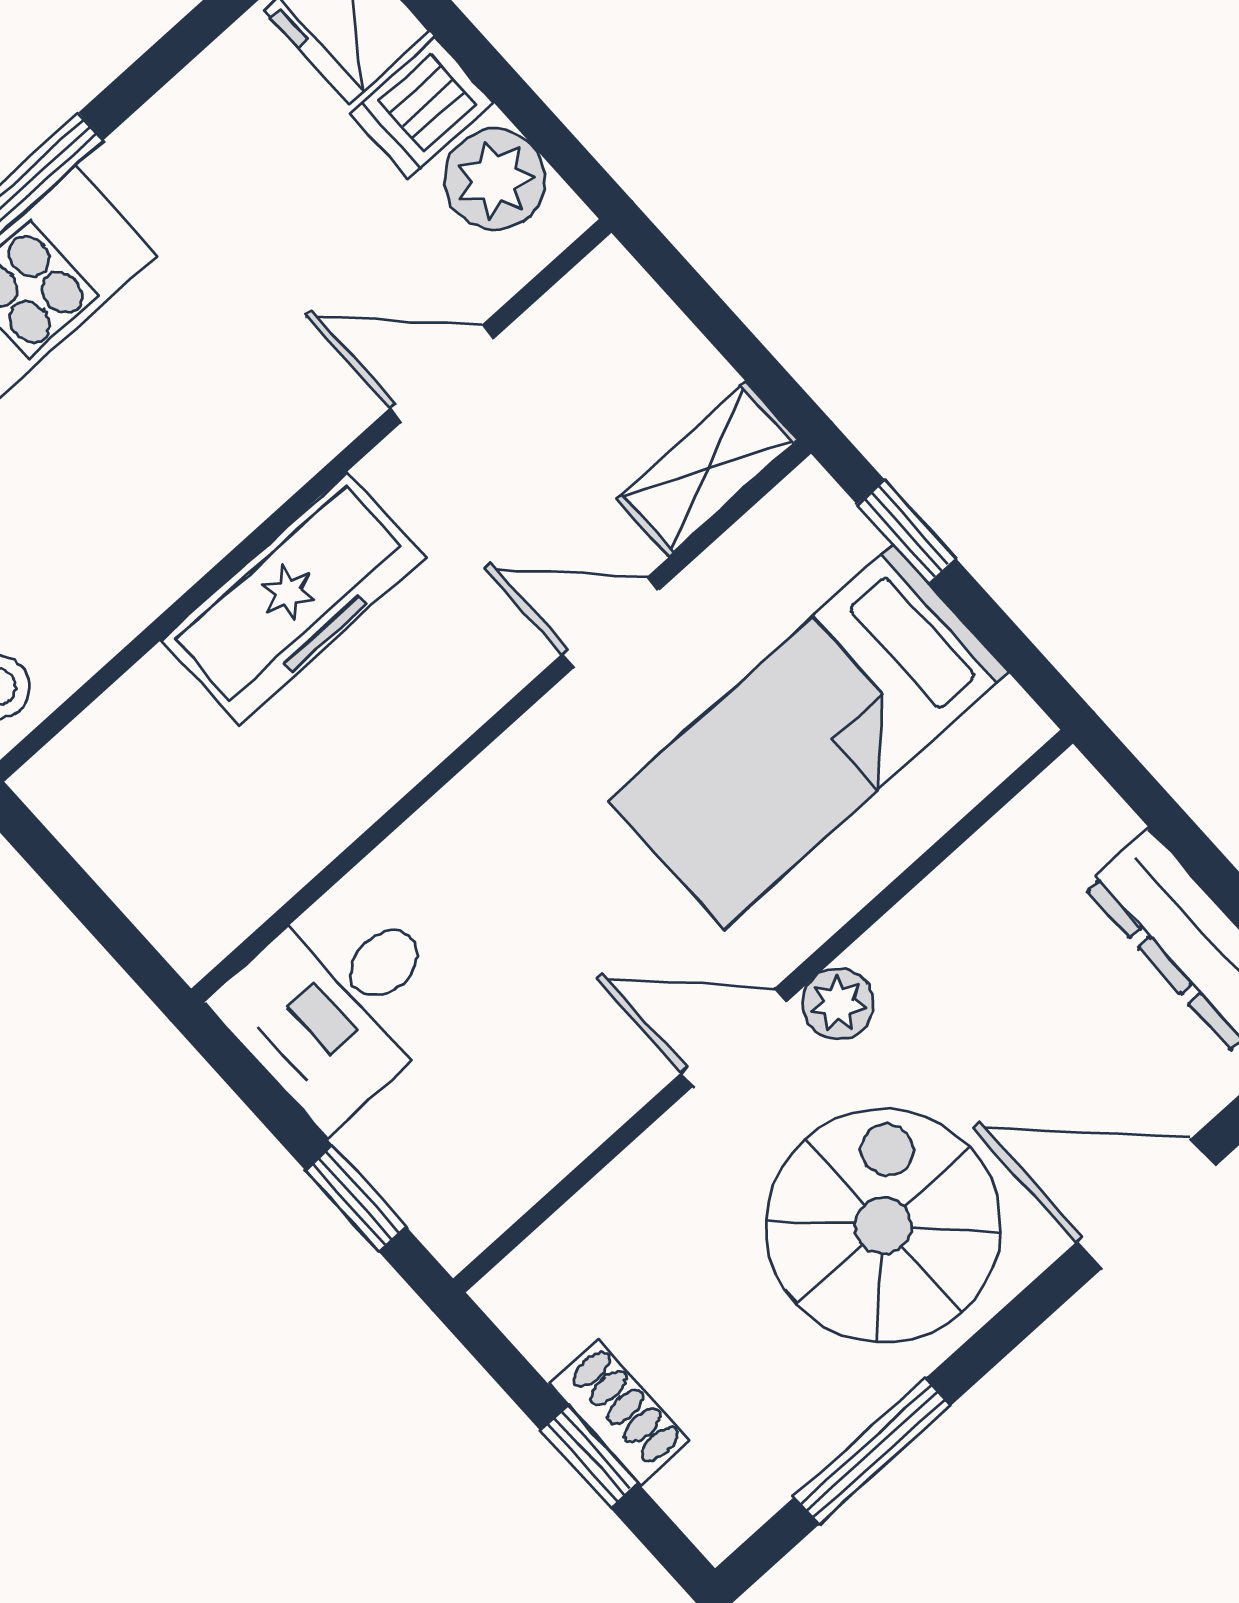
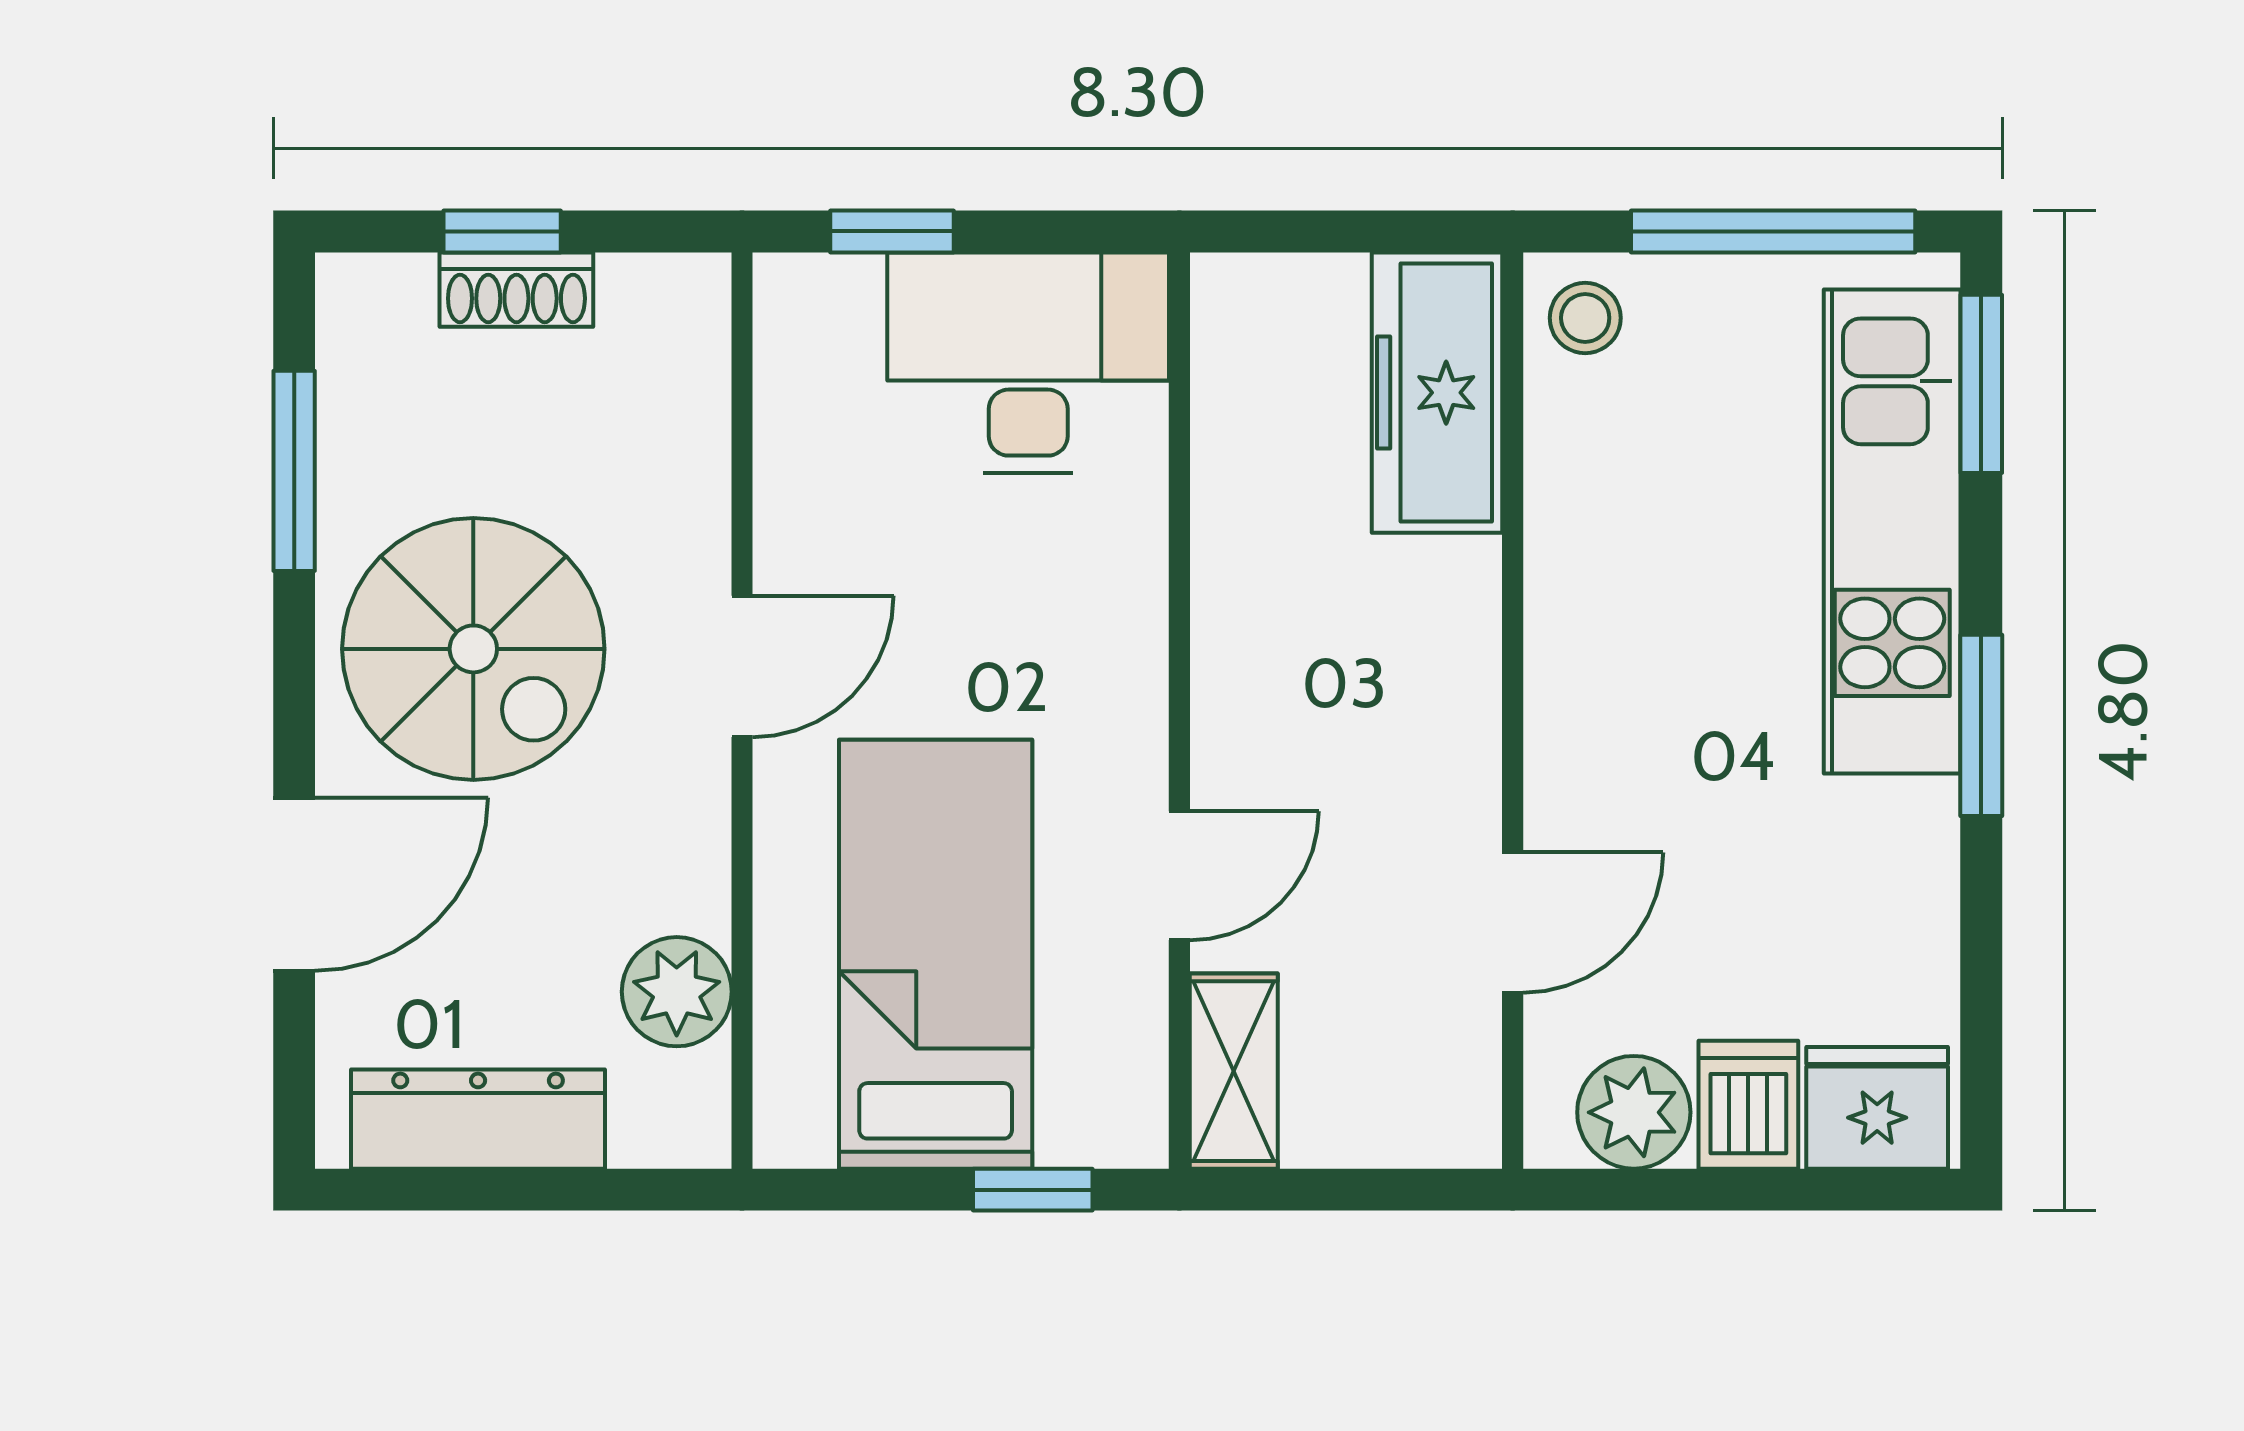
freezer: (293, 599) -> (1437, 393), moved
desk: (338, 1004) -> (1028, 363), width x1.37
plant: (838, 1004) -> (677, 992), moved, width x1.38, depth x1.38

